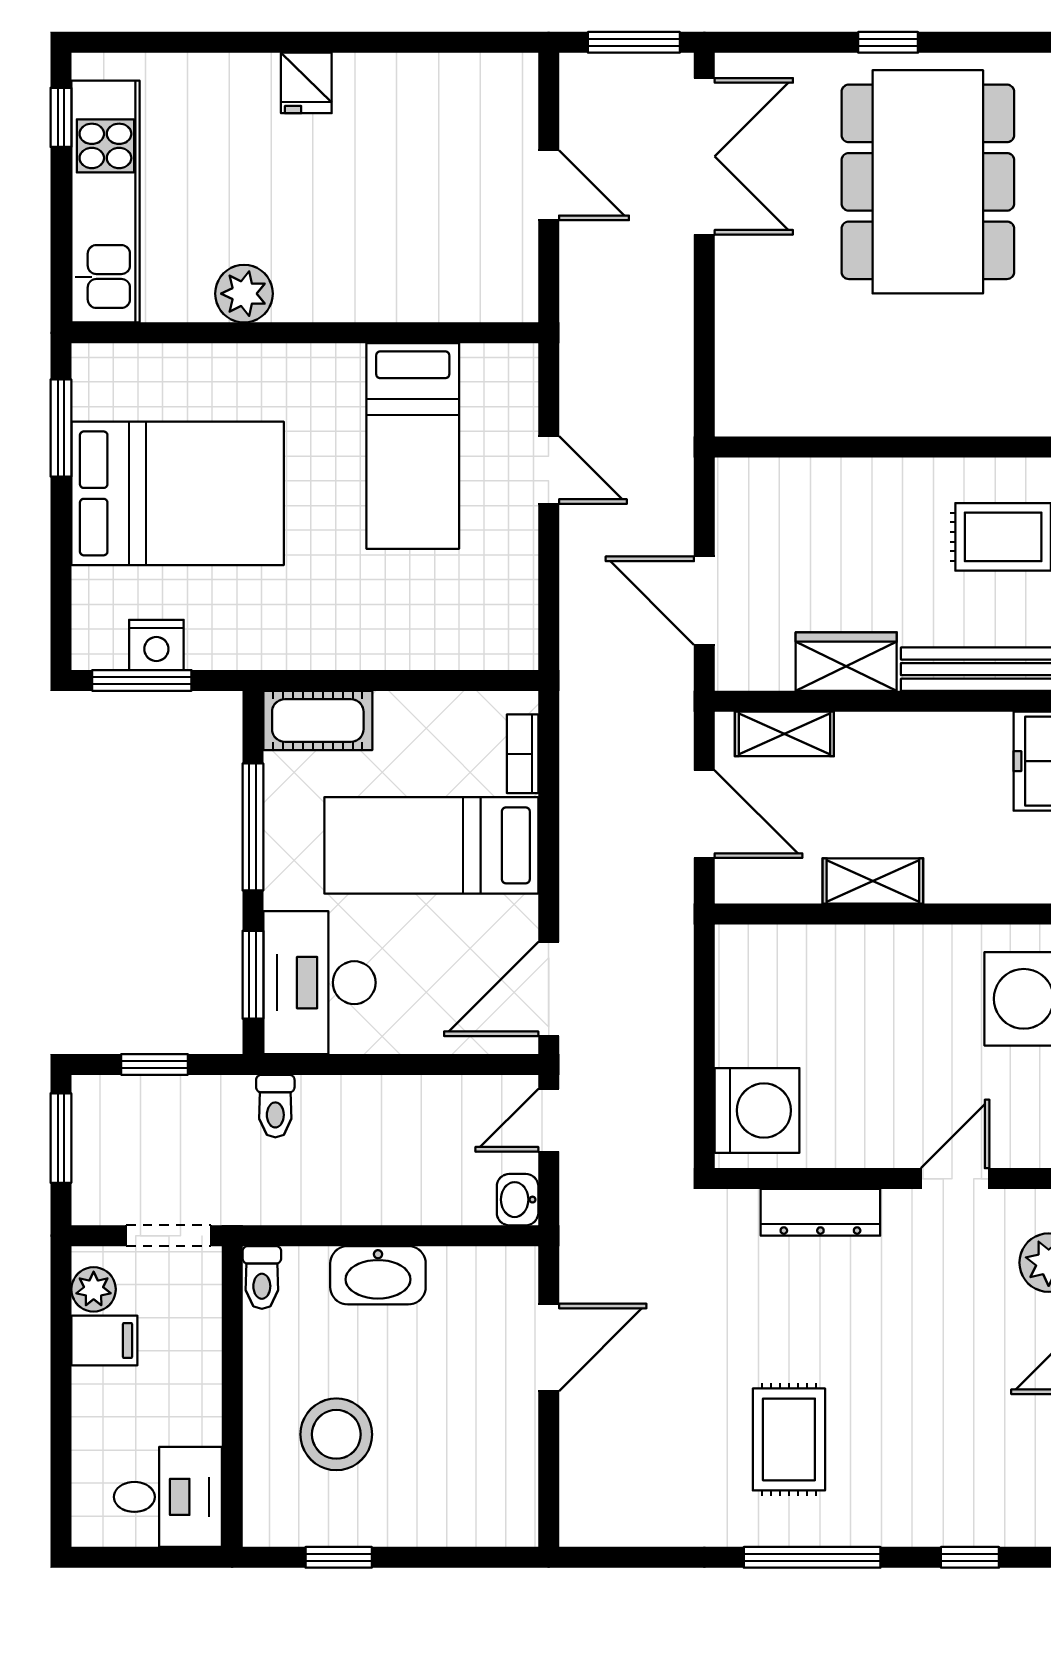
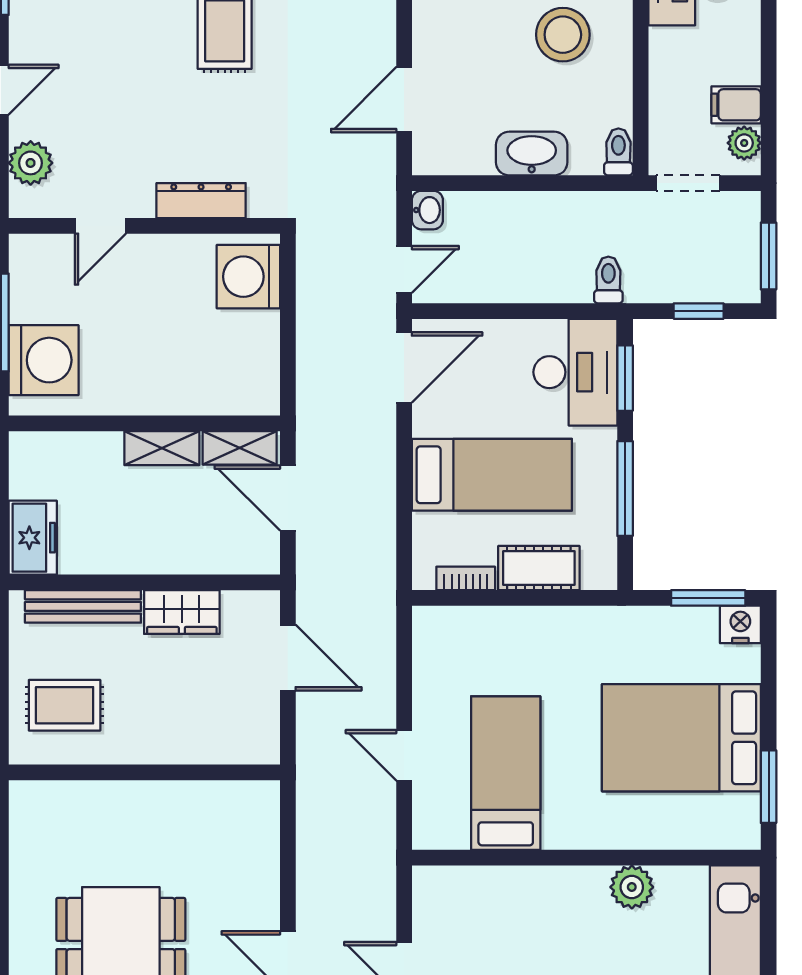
nightstand: (156, 645) -> (740, 624), moved
cot: (318, 720) -> (539, 568), moved
shelving: (784, 734) -> (240, 448), moved
bookcase: (523, 754) -> (466, 578), moved, turned -90

